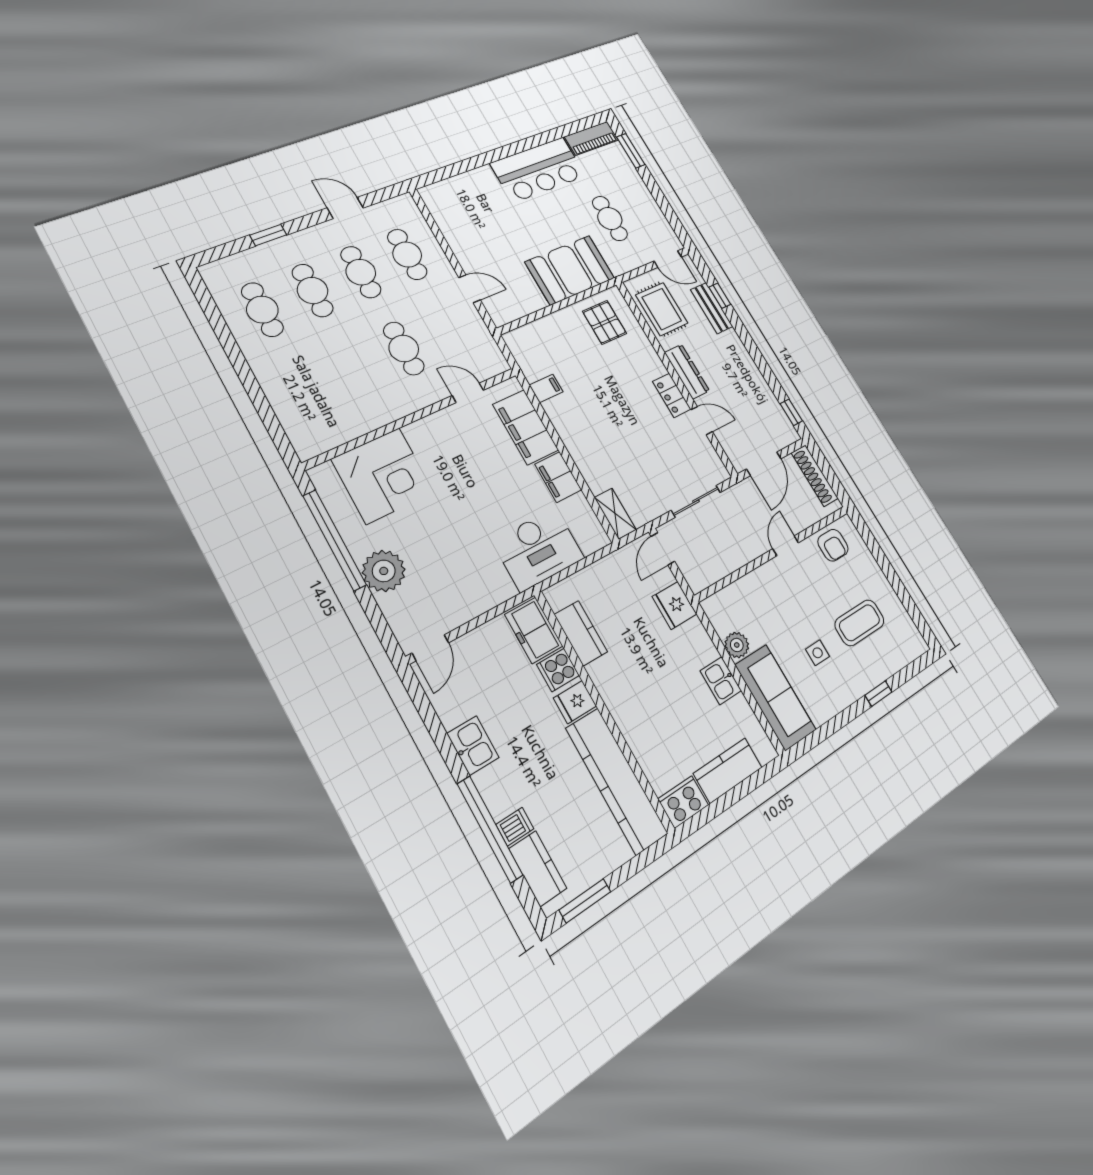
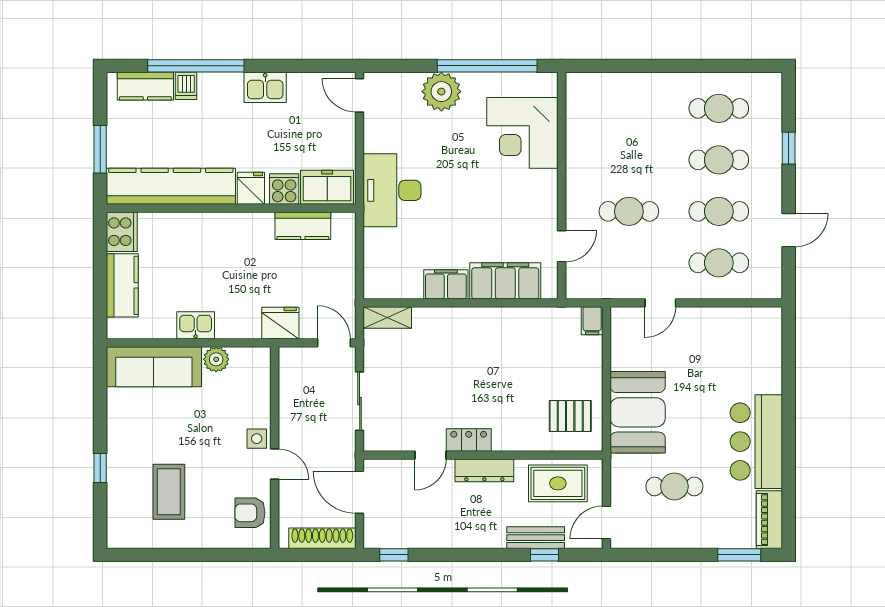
filing cabinet: (546, 388) -> (592, 321), moved
desk: (538, 549) -> (392, 190), moved
side table: (818, 653) -> (257, 439), moved
window: (585, 901) -> (100, 149), moved

